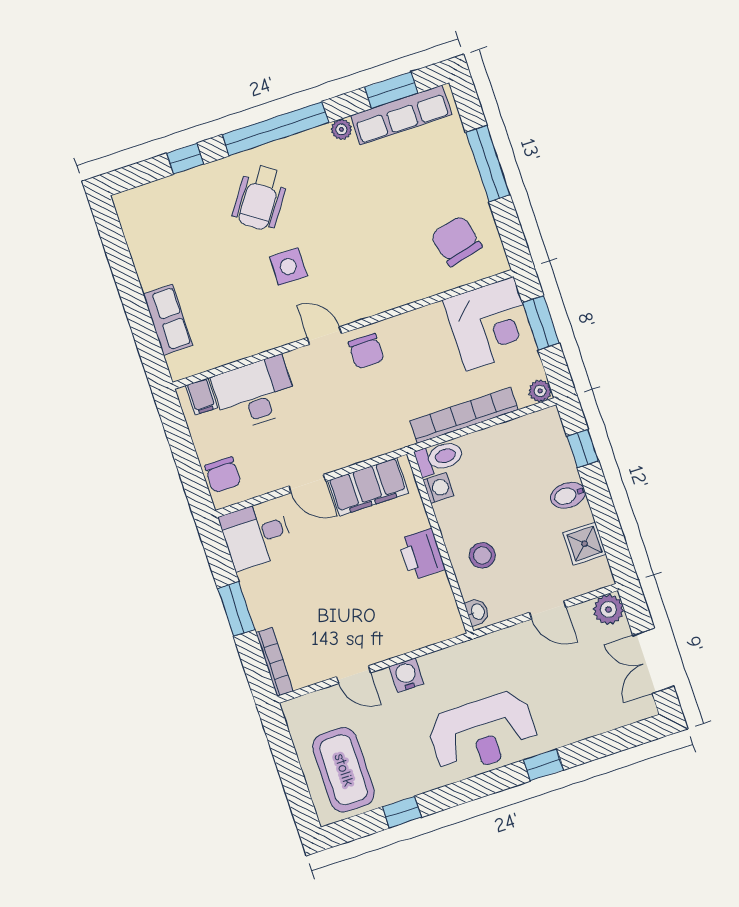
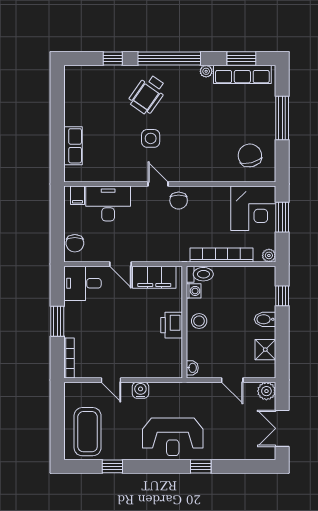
stool: (482, 555) -> (199, 321), moved

